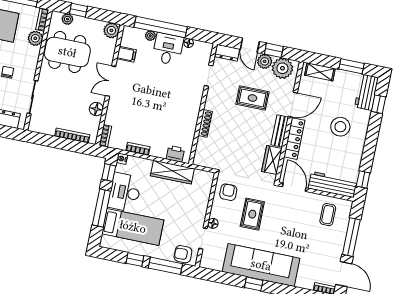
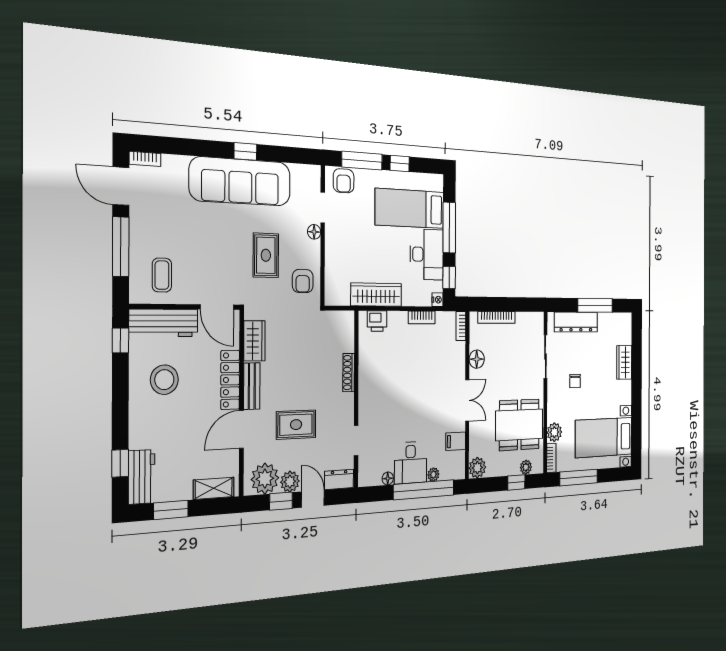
stool: (340, 127) -> (164, 380), moved
armchair: (183, 254) -> (344, 181), turned 90

